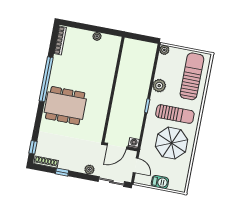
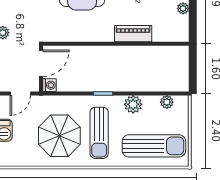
plant: (164, 50) -> (167, 102), moved
piano: (108, 76) -> (133, 34), added
door: (117, 146) -> (41, 63), swing flipped

